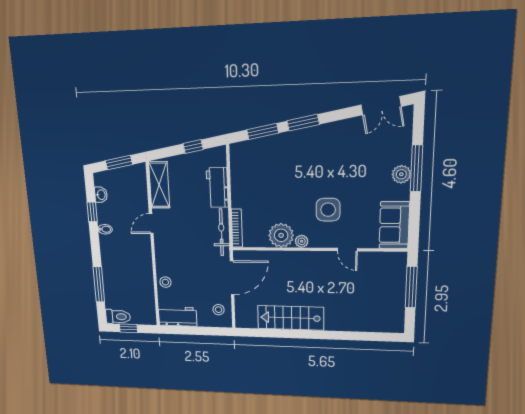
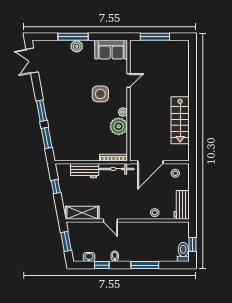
double door: (381, 106) -> (32, 61), swing flipped
door: (232, 278) -> (150, 162), swing flipped
window: (99, 284) -> (145, 265), moved

